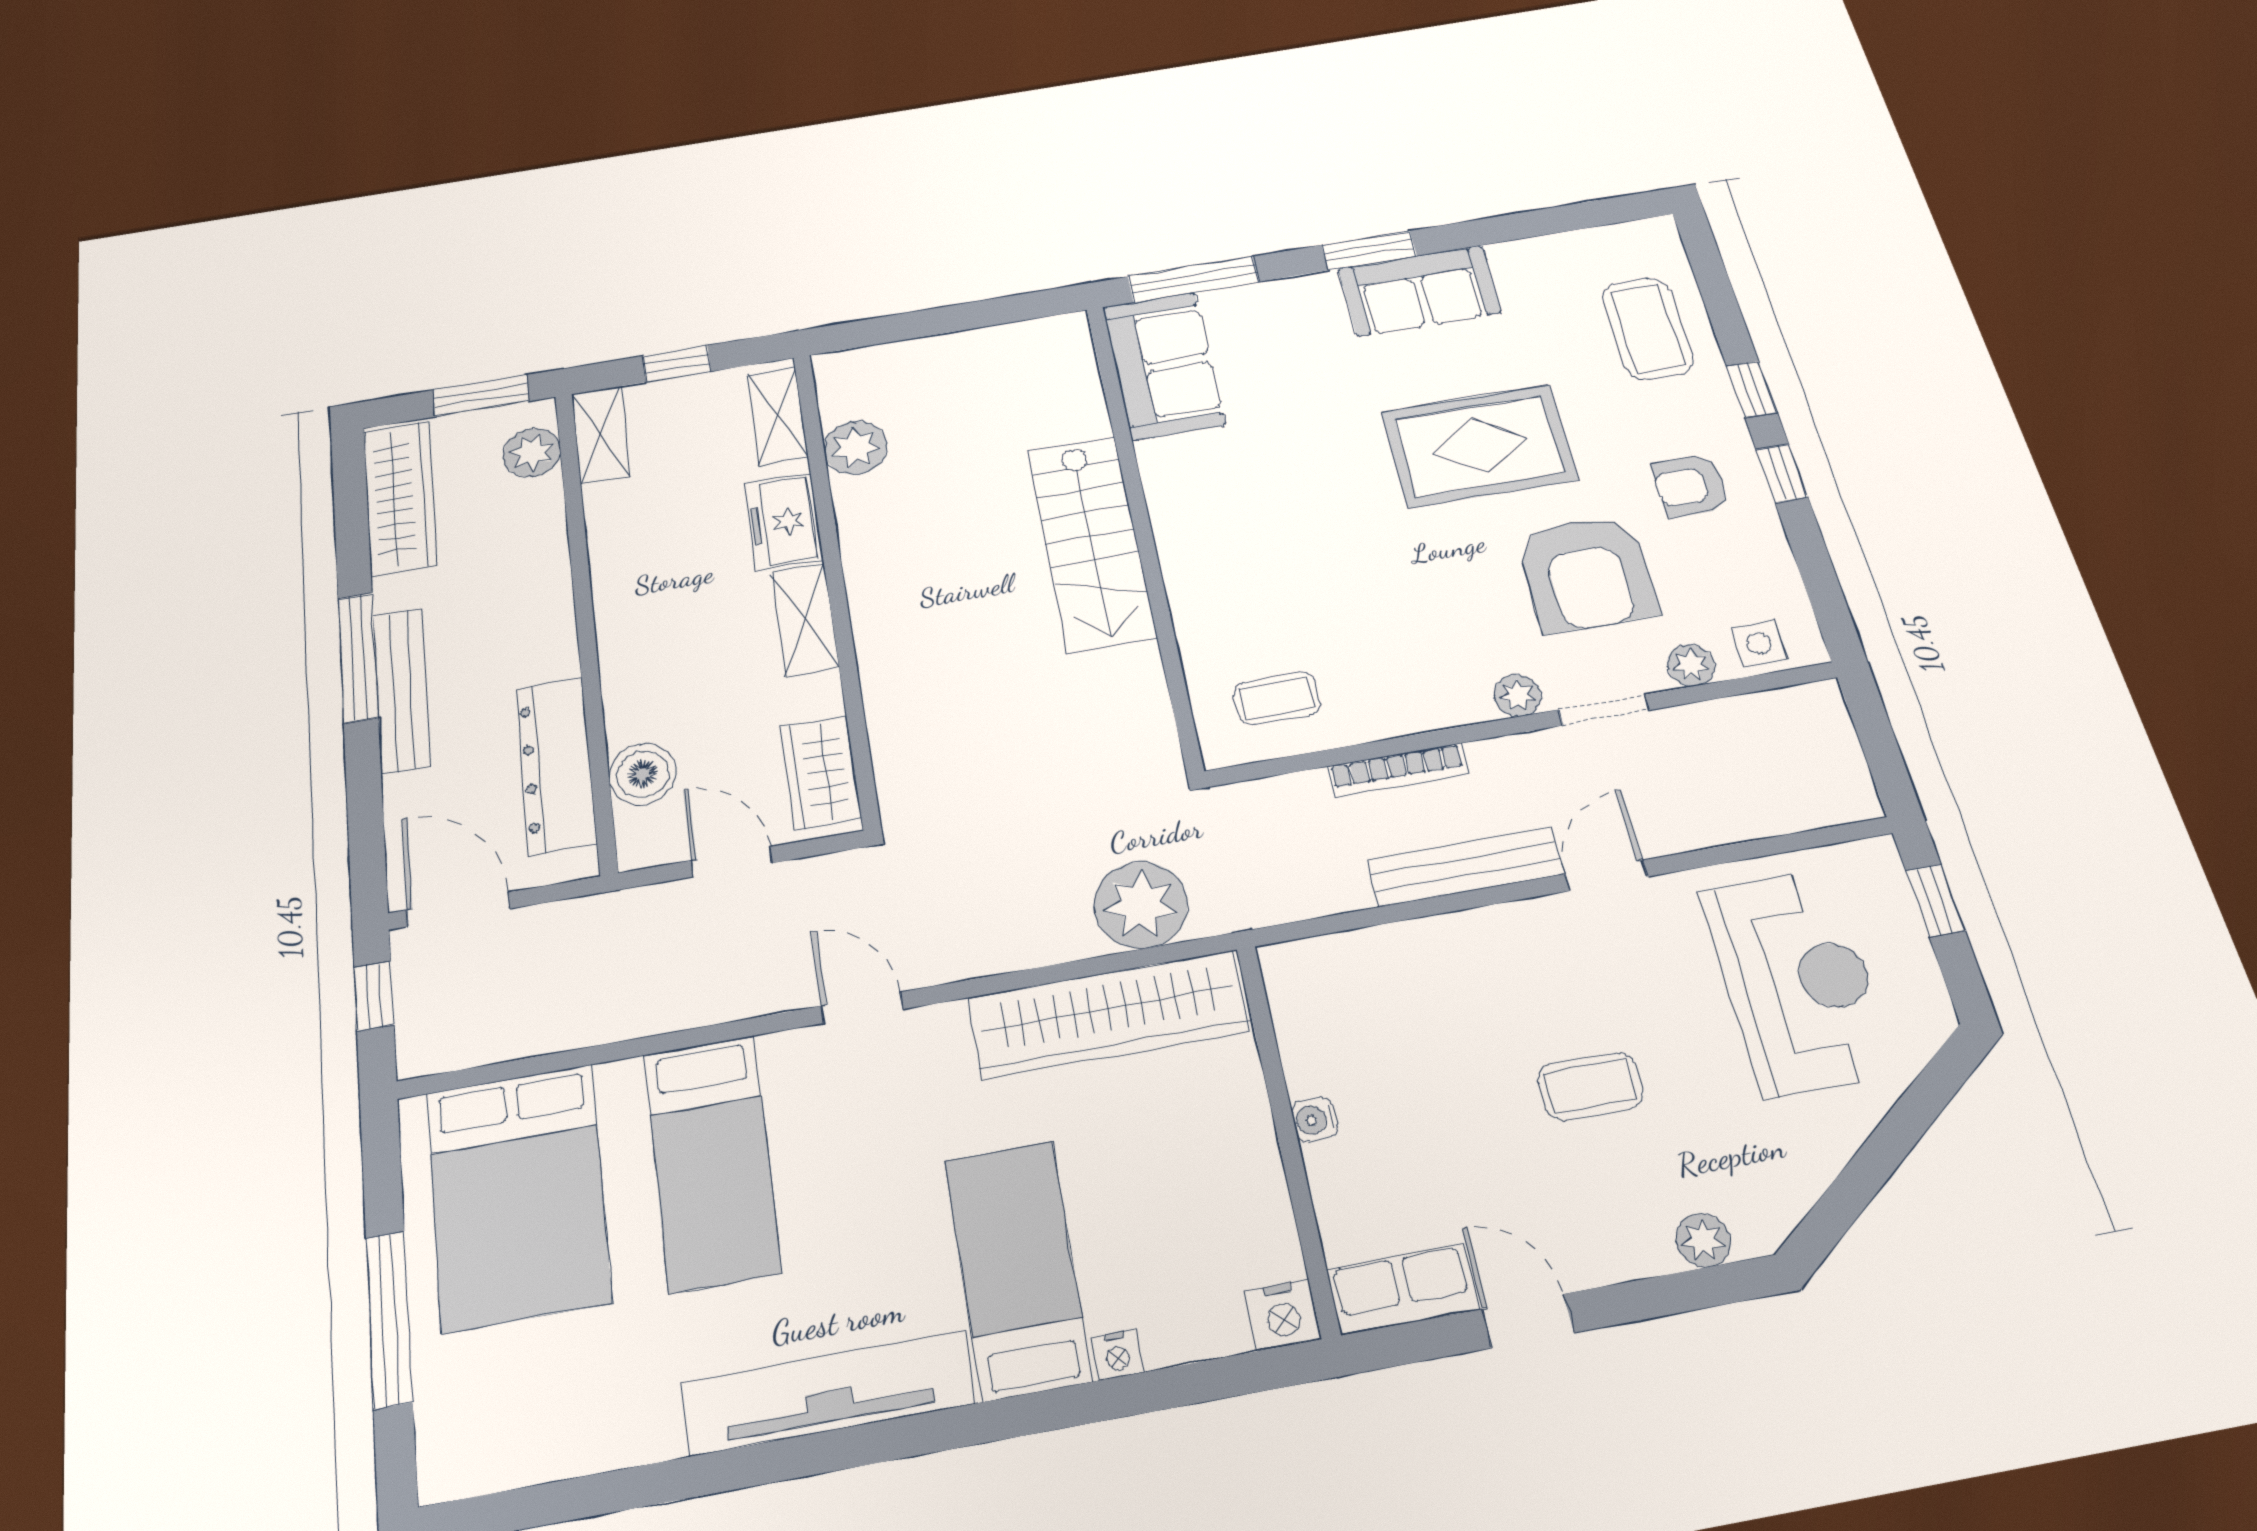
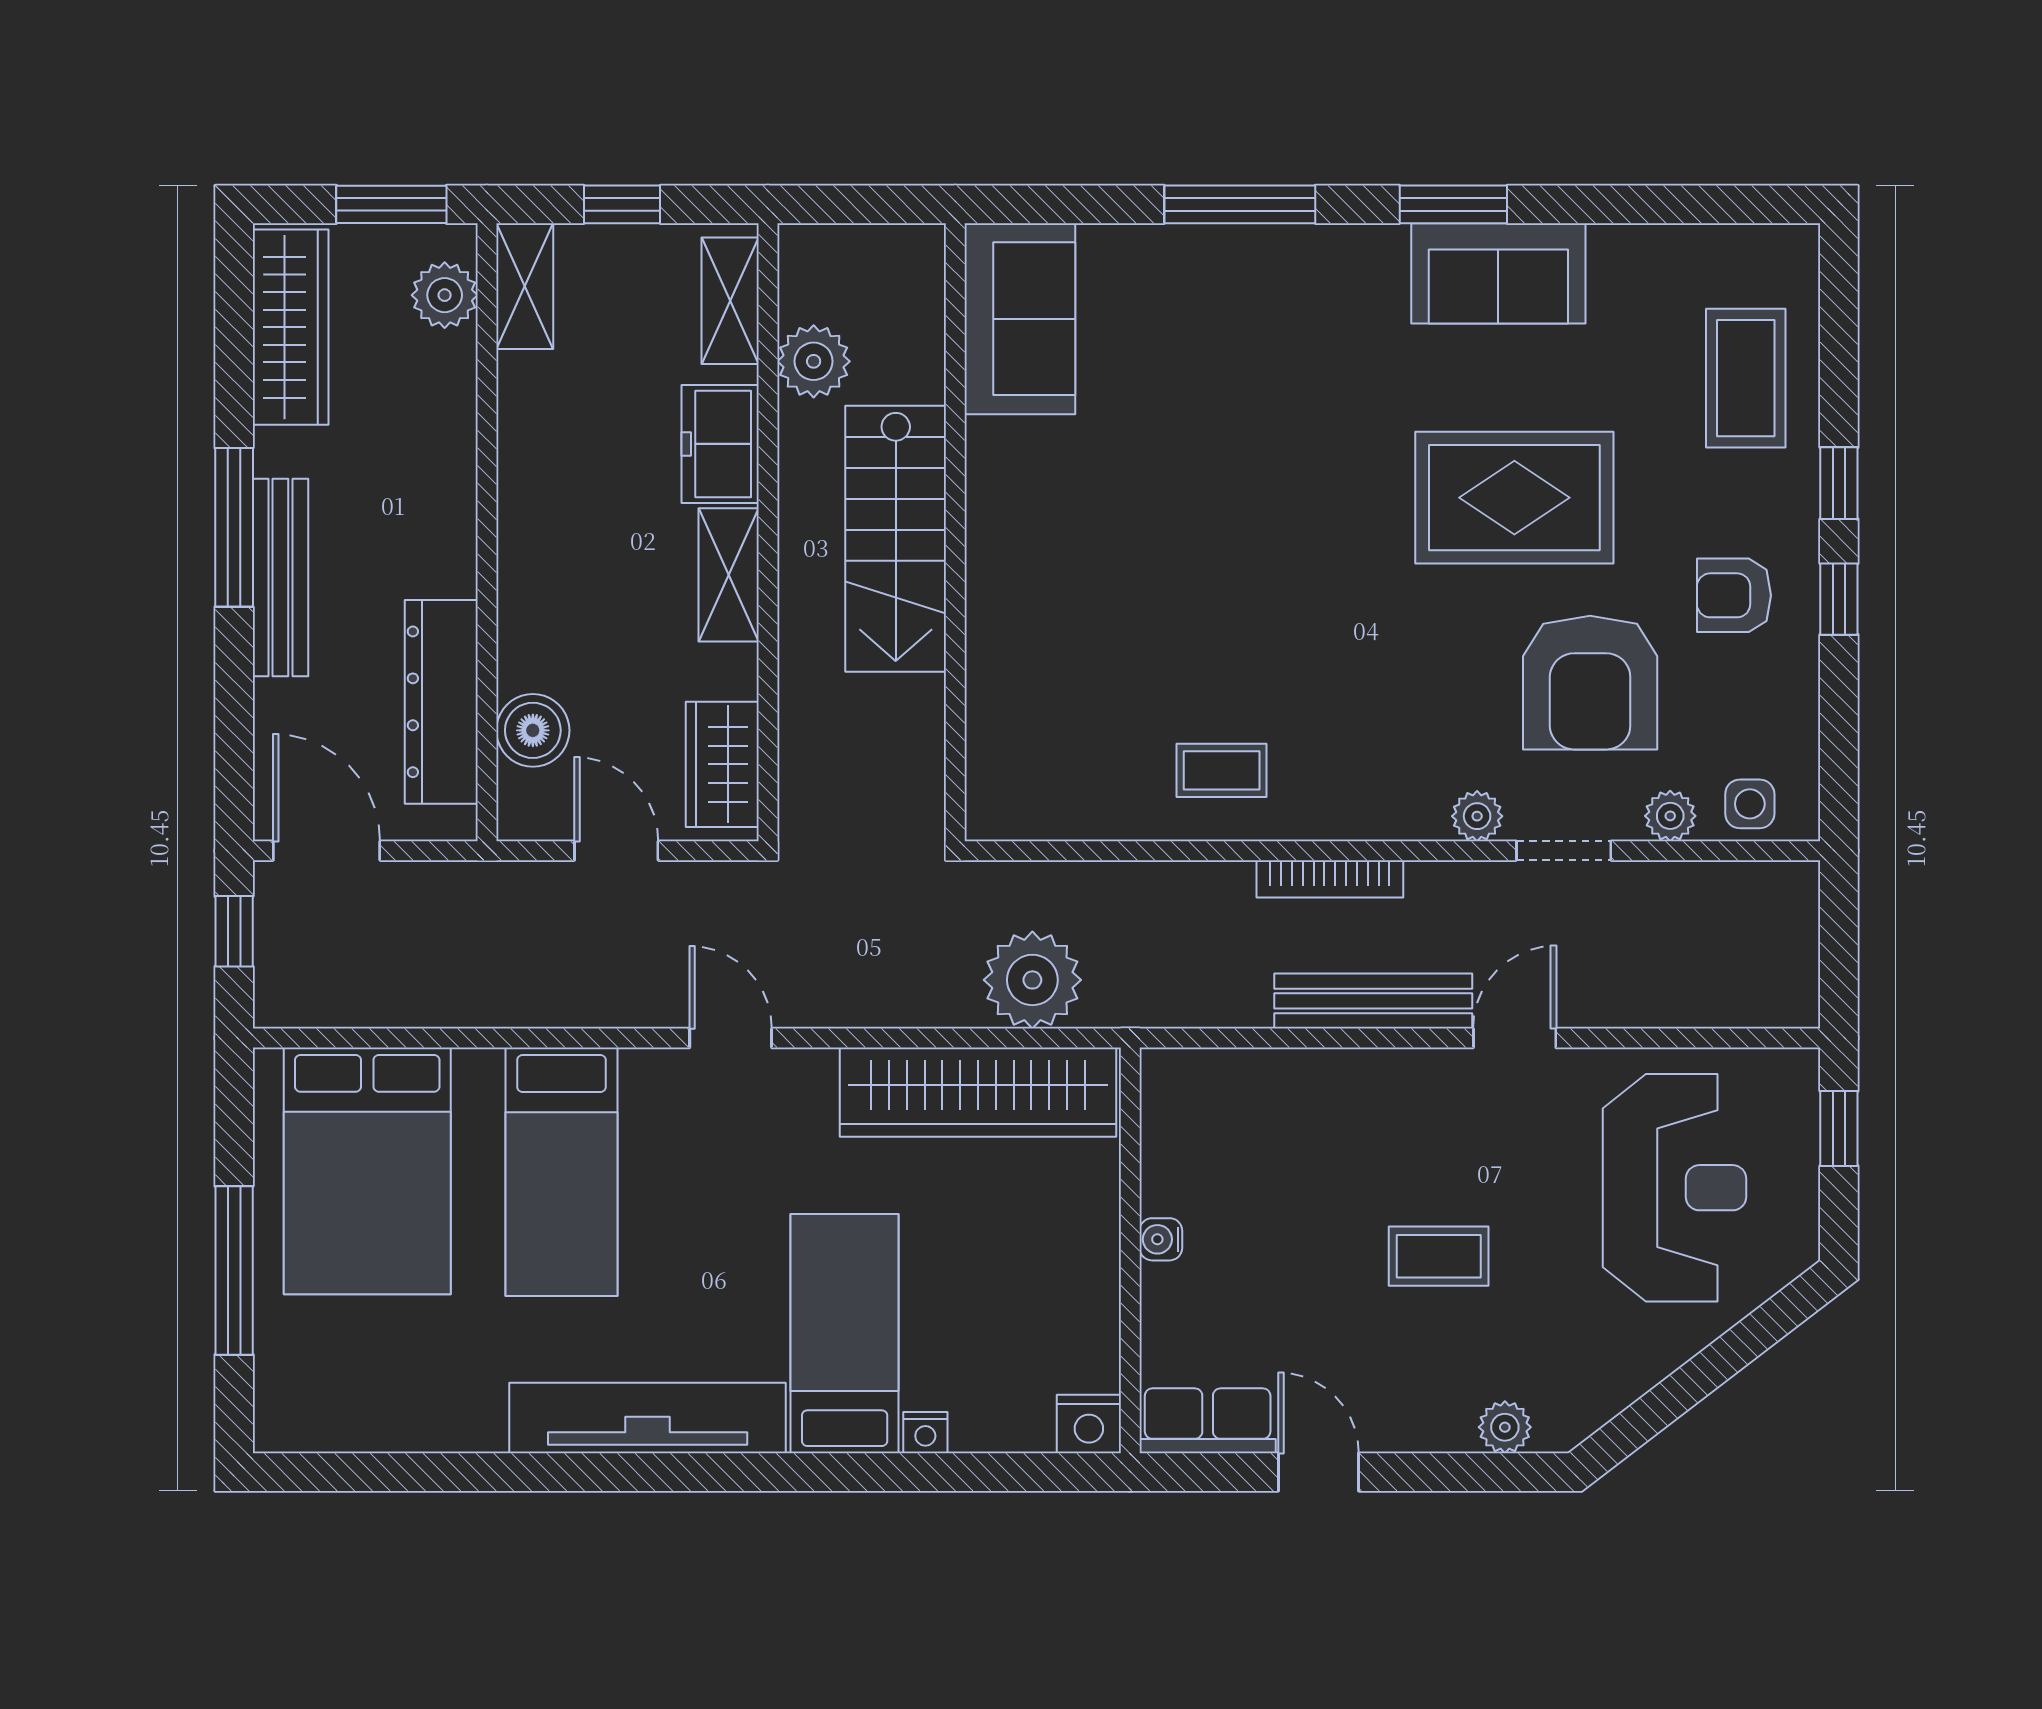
sofa: (1164, 365) -> (1020, 319), moved
wall: (1143, 529) -> (955, 532), moved
stairs: (1092, 543) -> (896, 539), moved

